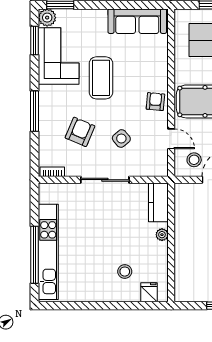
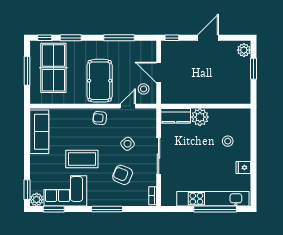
plant: (162, 235) -> (200, 117), width x1.88, depth x1.88
fridge: (149, 292) -> (243, 167), moved

